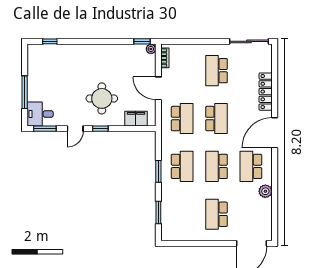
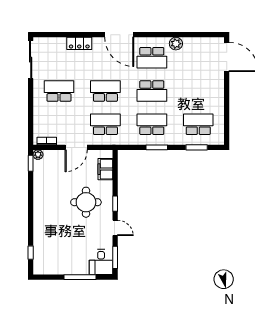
school desk: (217, 71) -> (59, 91), turned 180
locker: (266, 92) -> (79, 43), width x0.66
school desk: (217, 214) -> (198, 124), moved, turned 180

